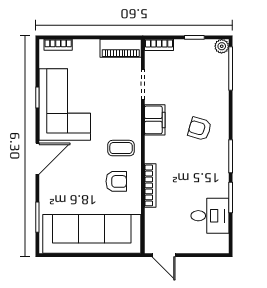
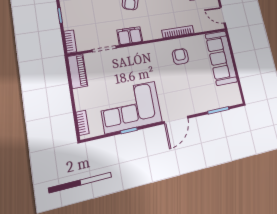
coffee table: (121, 148) -> (155, 57), removed
door: (37, 159) -> (176, 120), swing flipped
sofa: (92, 234) -> (221, 58), width x0.74, depth x0.79
door: (164, 255) -> (223, 15), swing flipped

